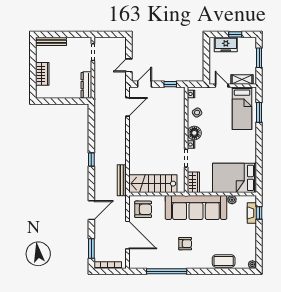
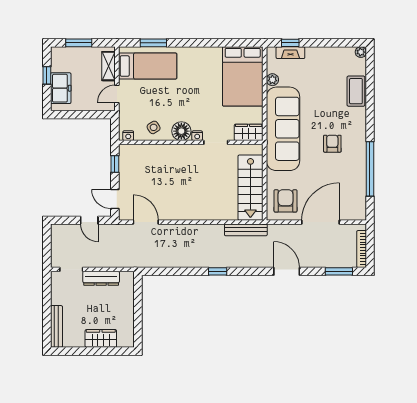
dresser: (86, 85) -> (101, 278), moved

